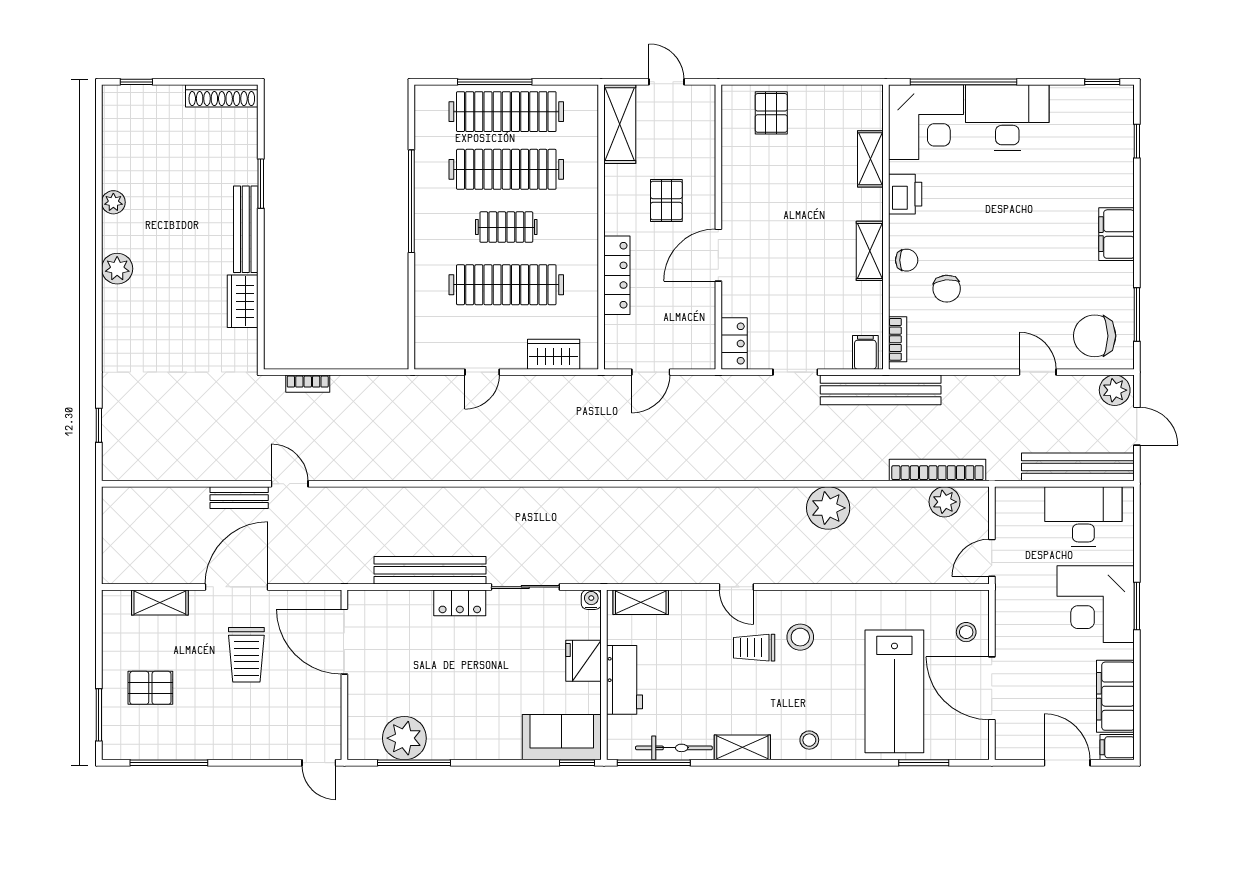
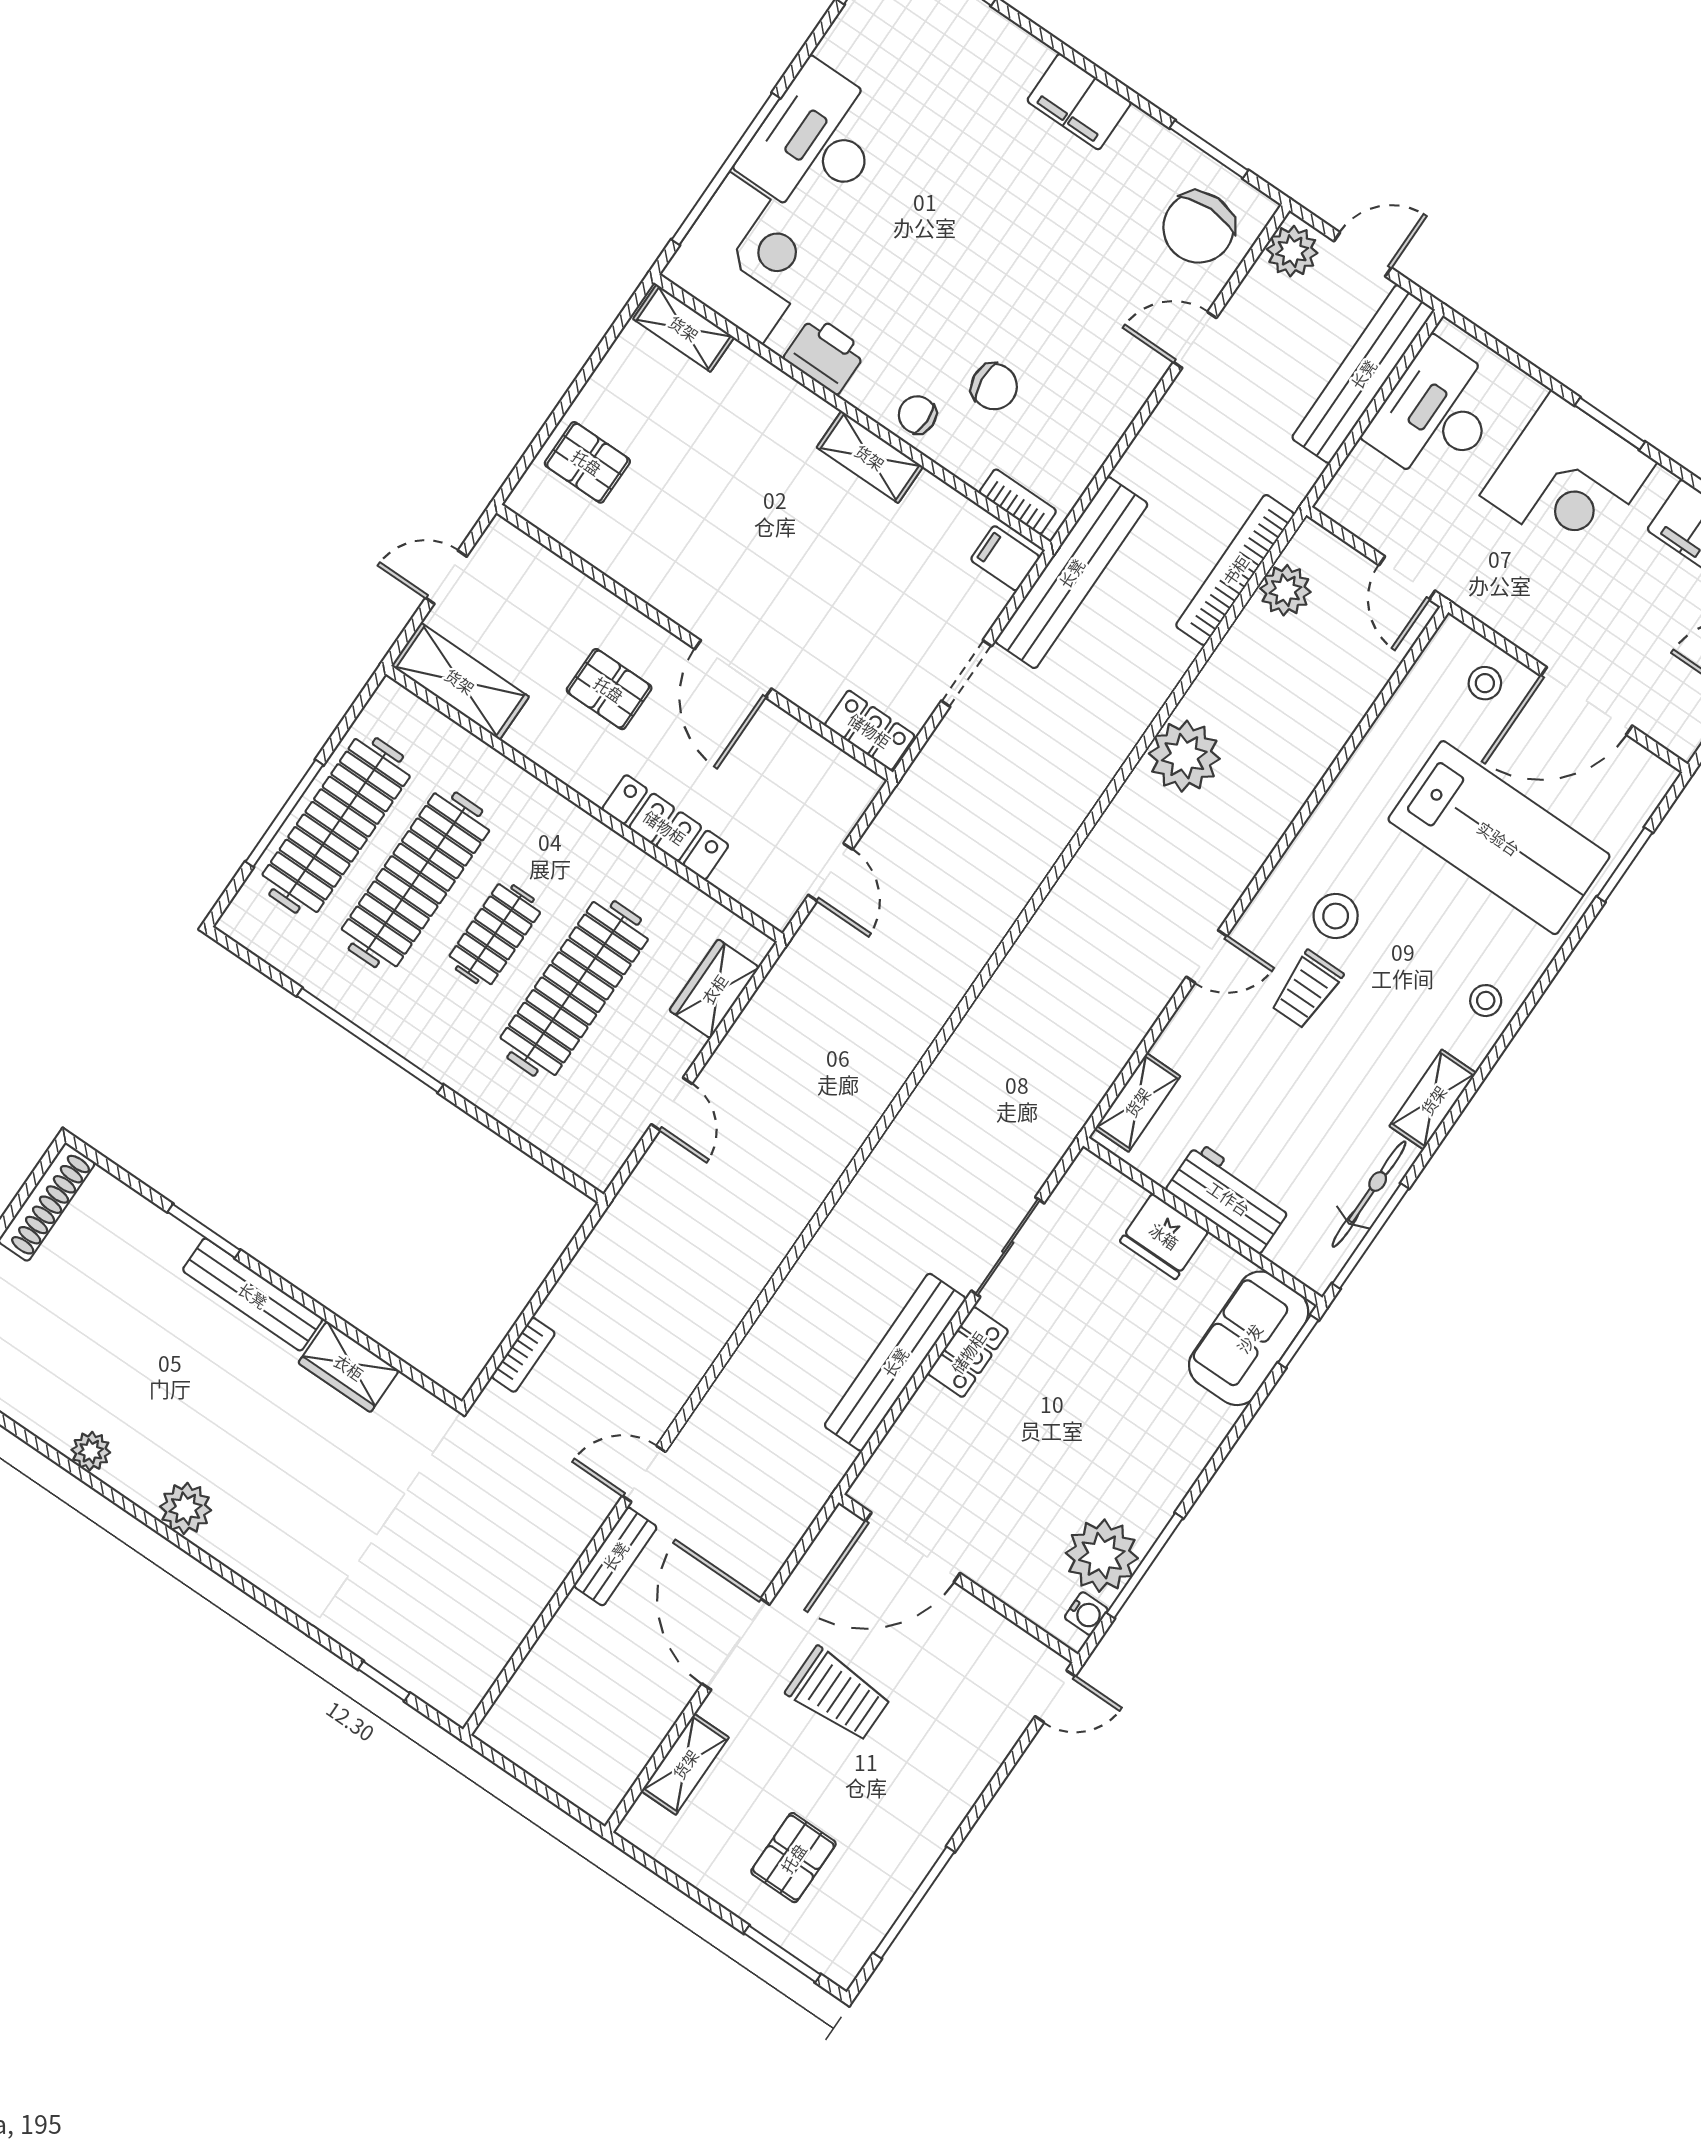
shelving: (870, 159) -> (684, 328), moved
chair: (907, 260) -> (917, 415), turned -90
water cooler: (591, 600) -> (1086, 1614), moved, turned 180

